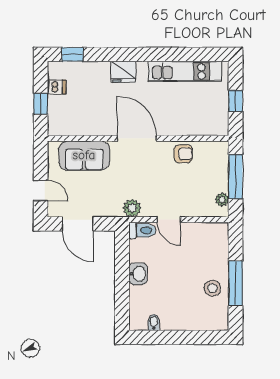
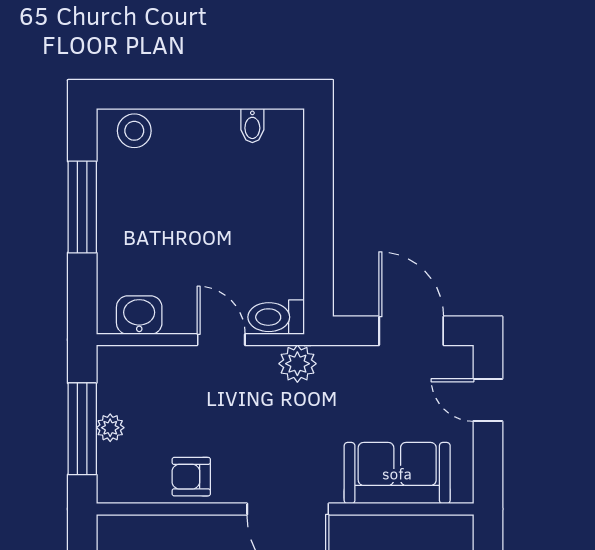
plant: (222, 200) -> (110, 428), moved
washbasin: (138, 274) -> (139, 315), moved, turned 90
stool: (212, 288) -> (134, 131), moved

